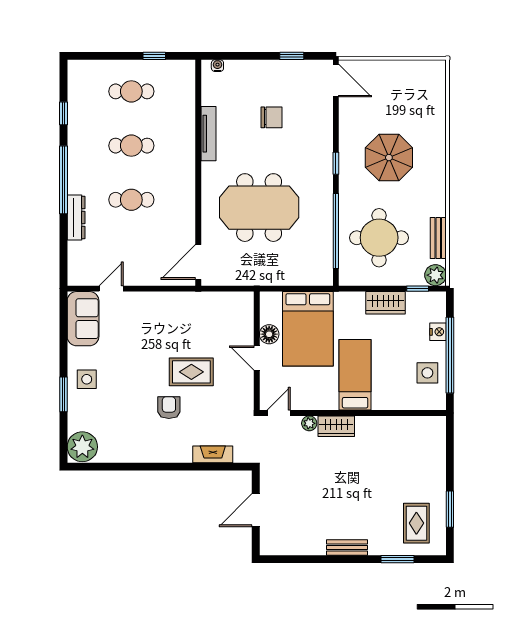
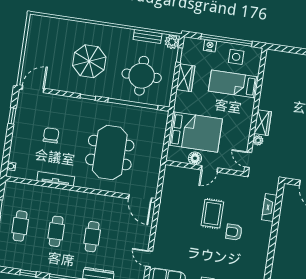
bed: (355, 375) -> (233, 84), moved

